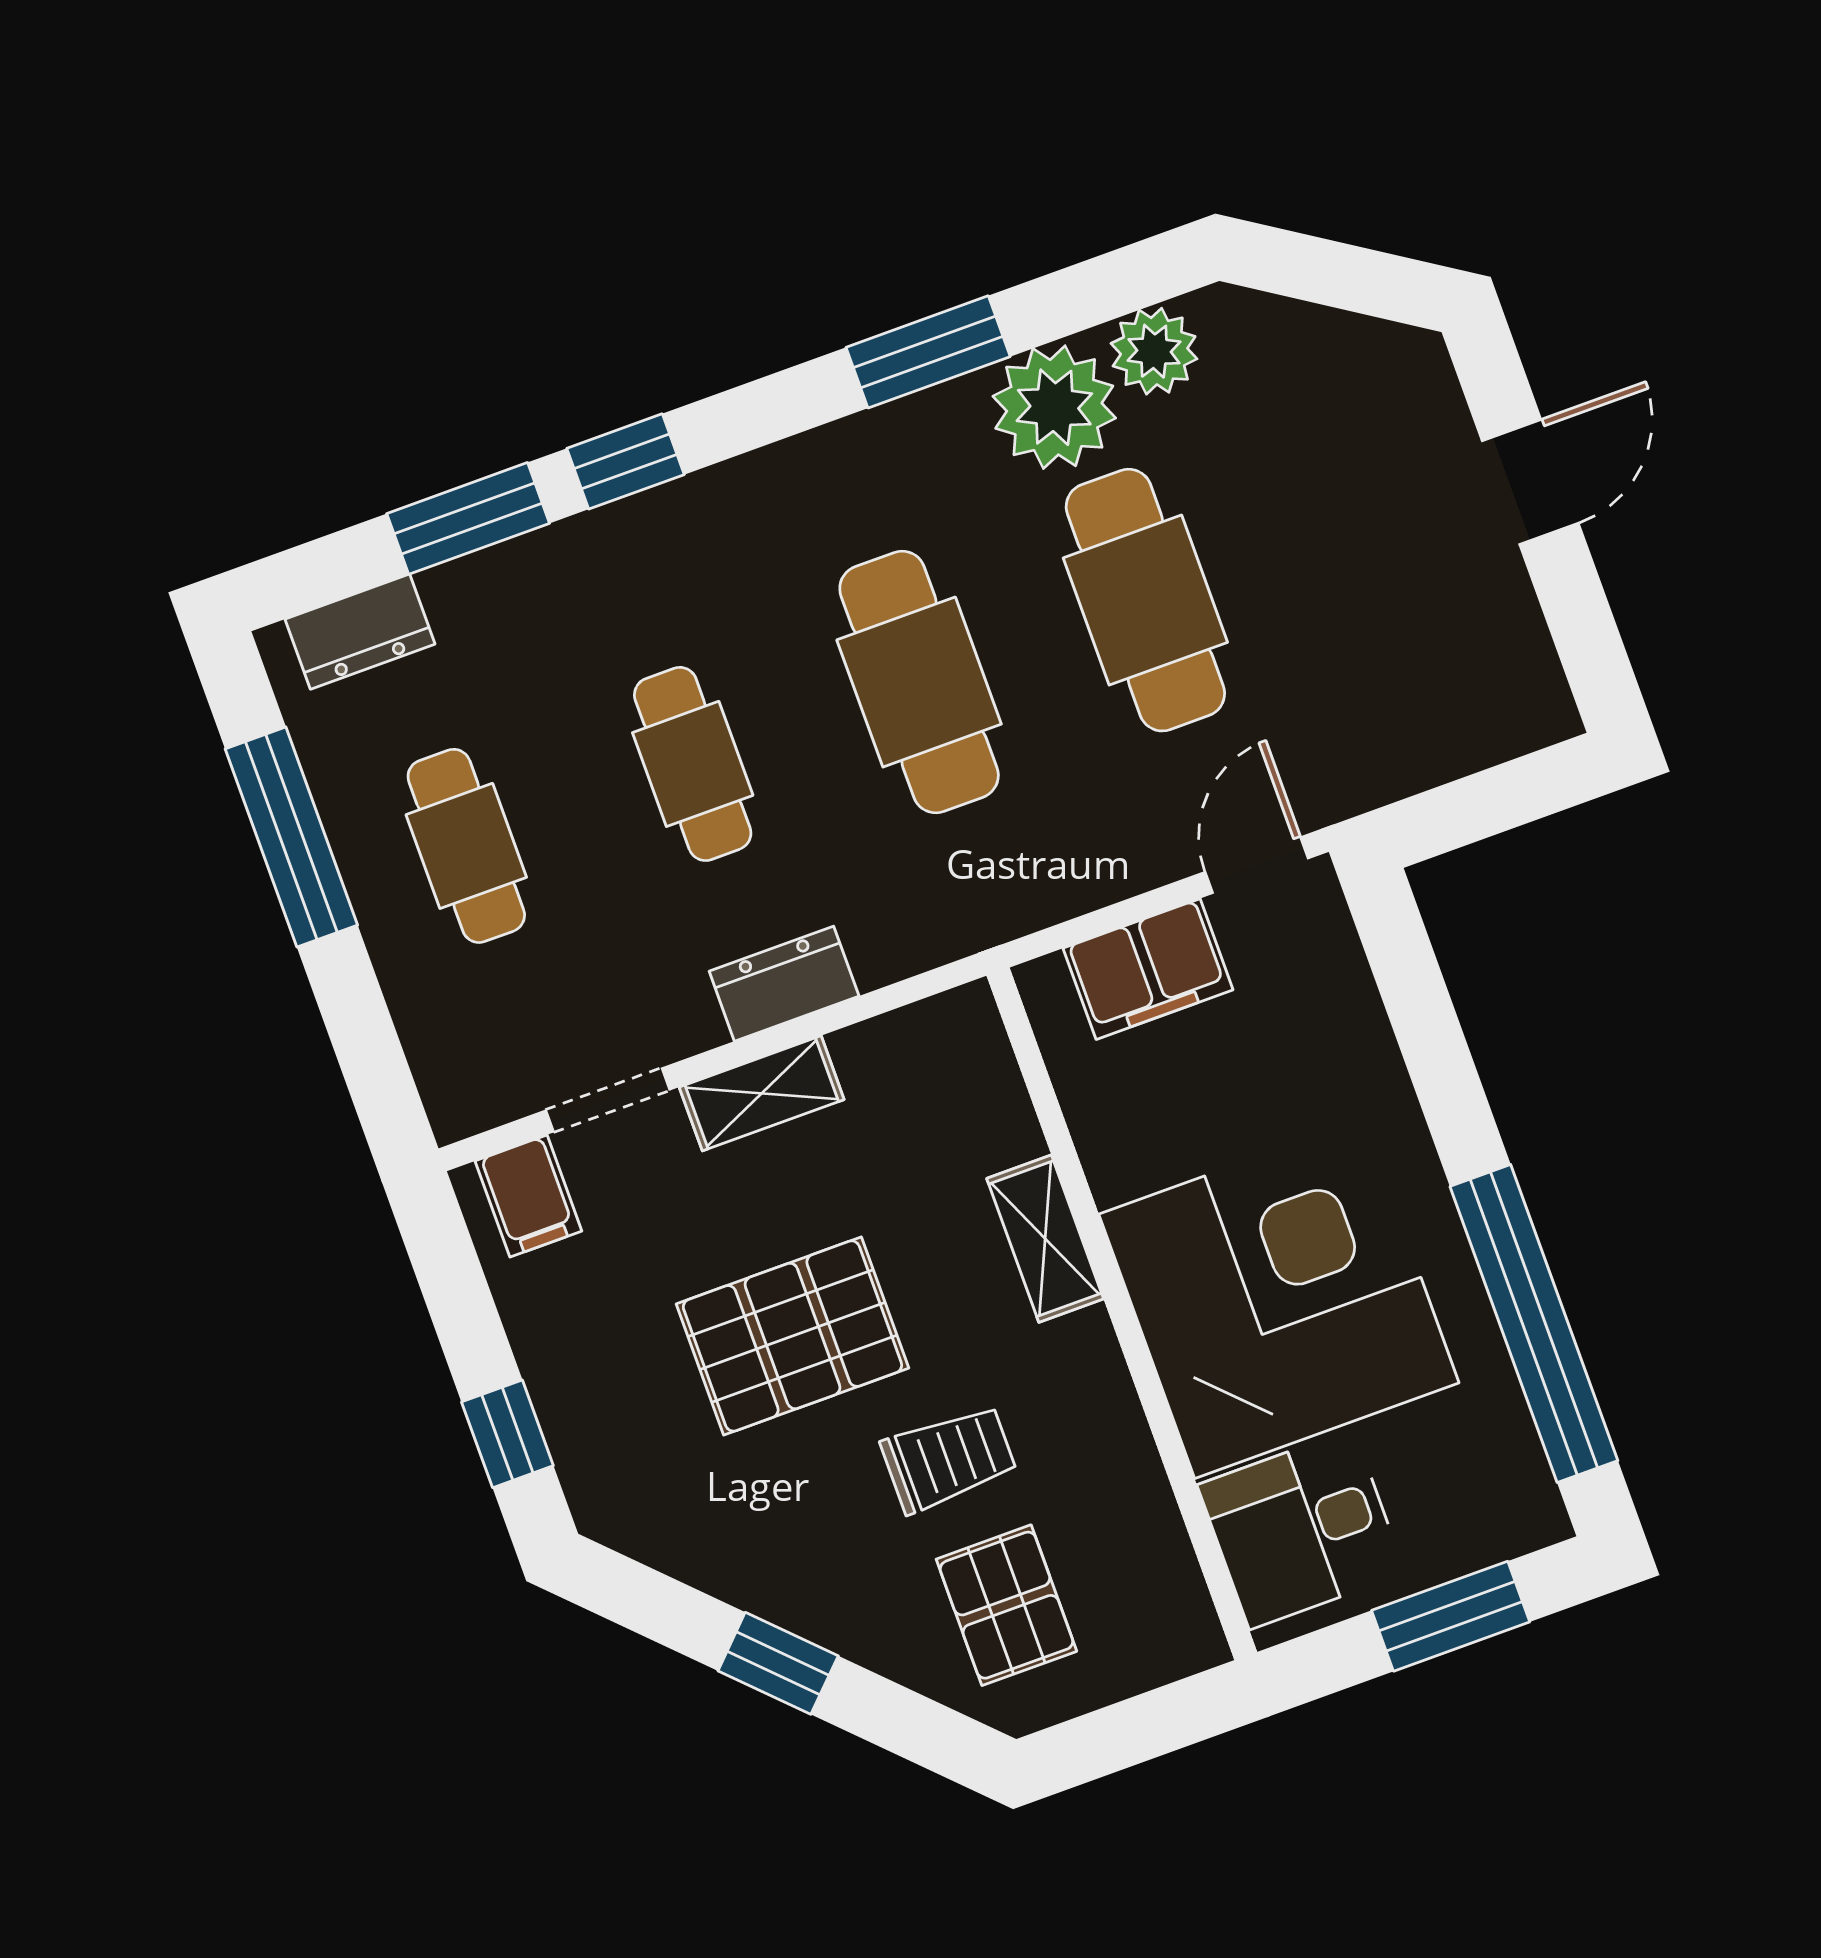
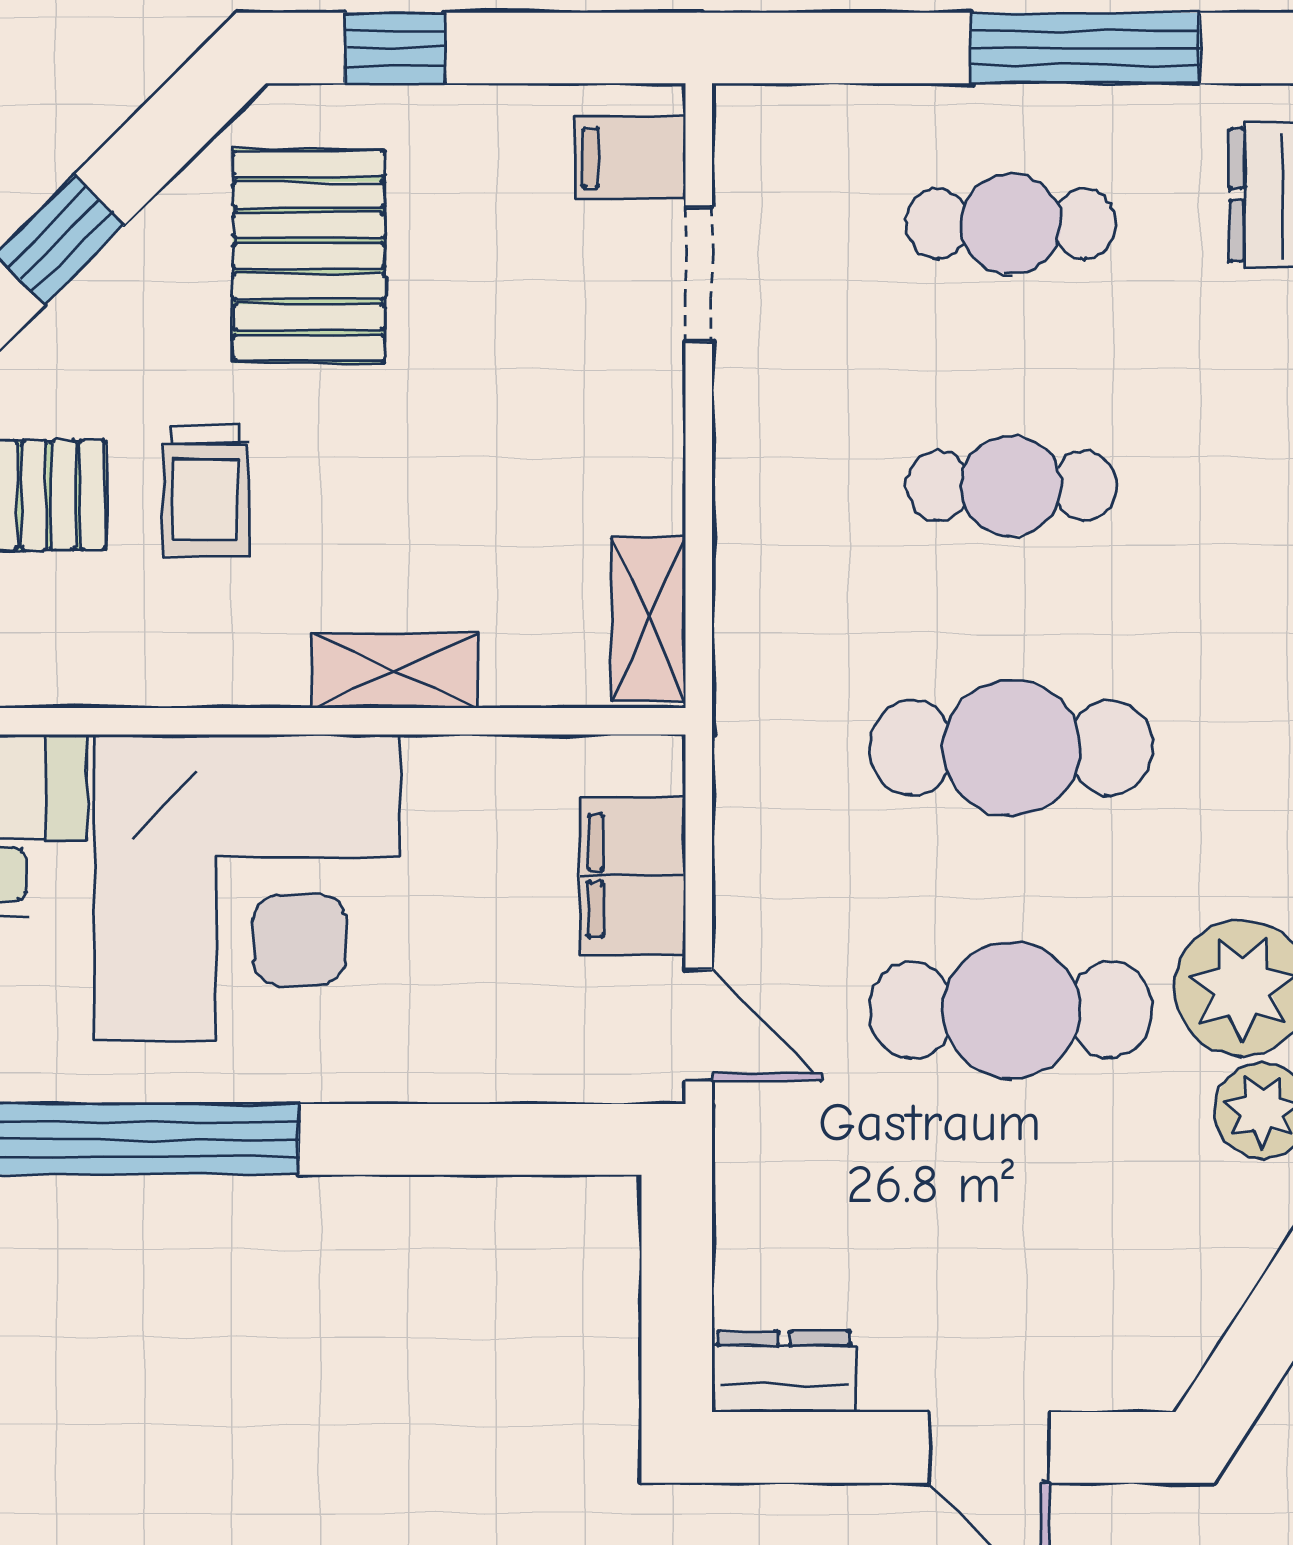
dresser: (784, 984) -> (784, 1372), moved, turned -90
shelving: (762, 1093) -> (649, 619), moved
pallet: (792, 1336) -> (309, 256), moved

